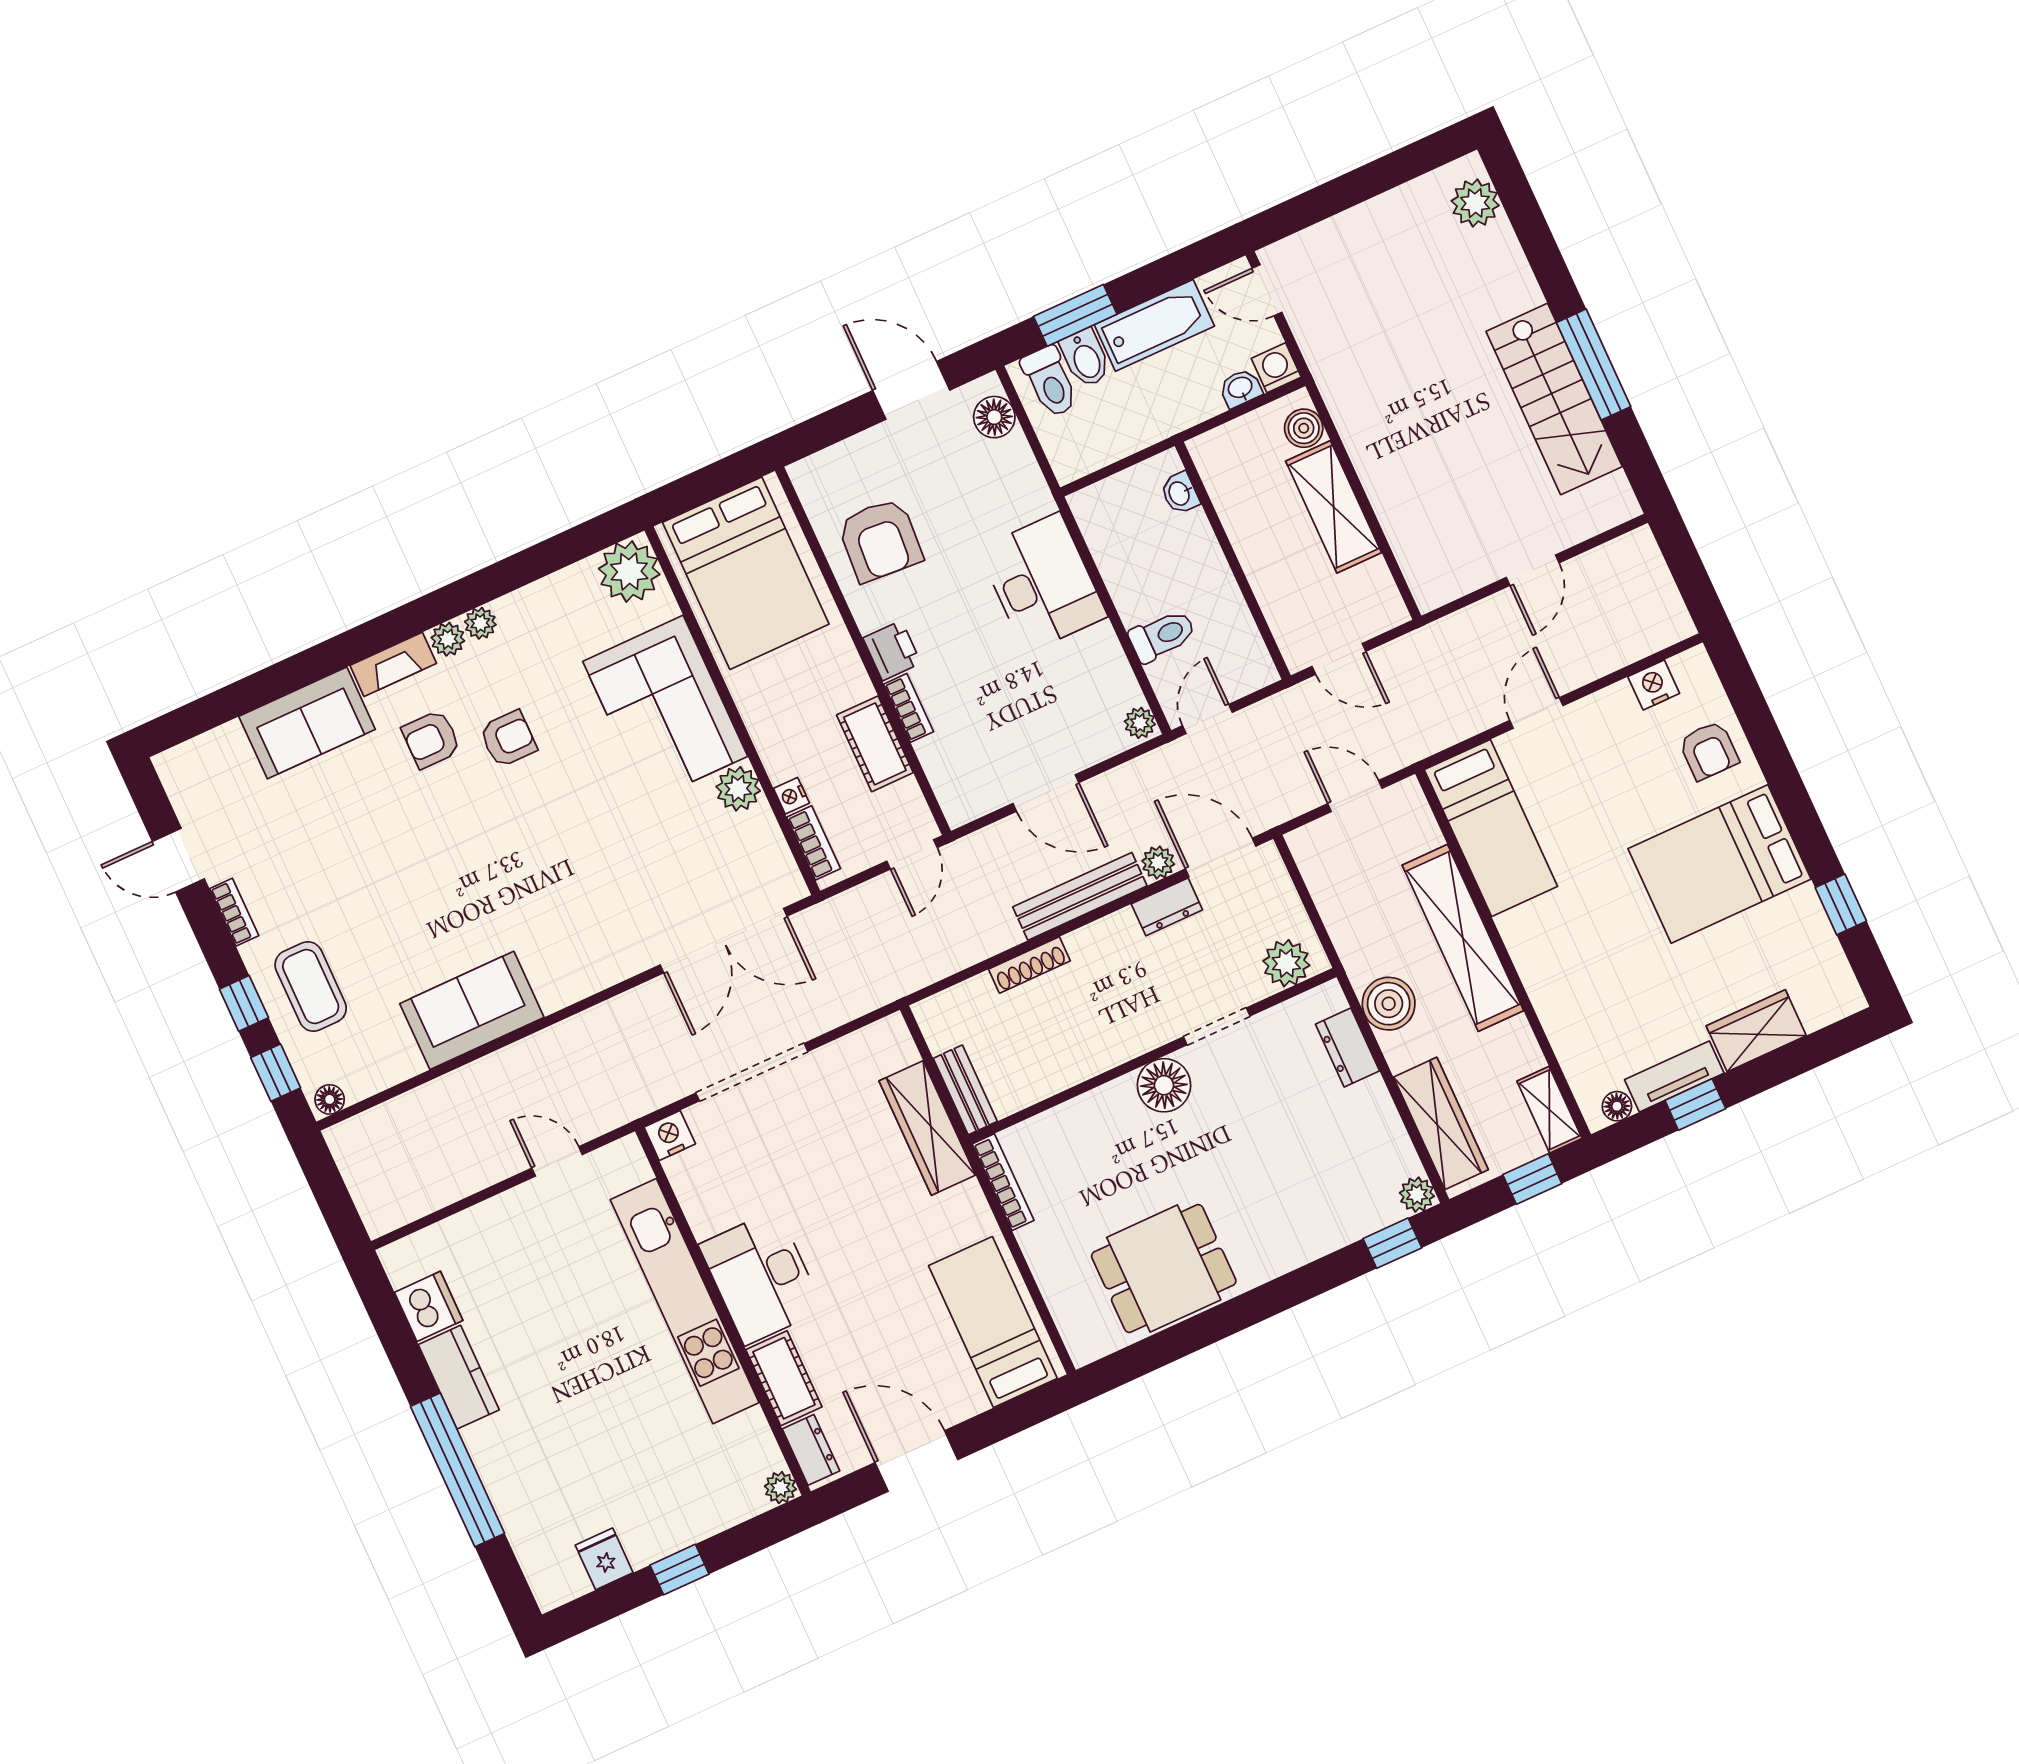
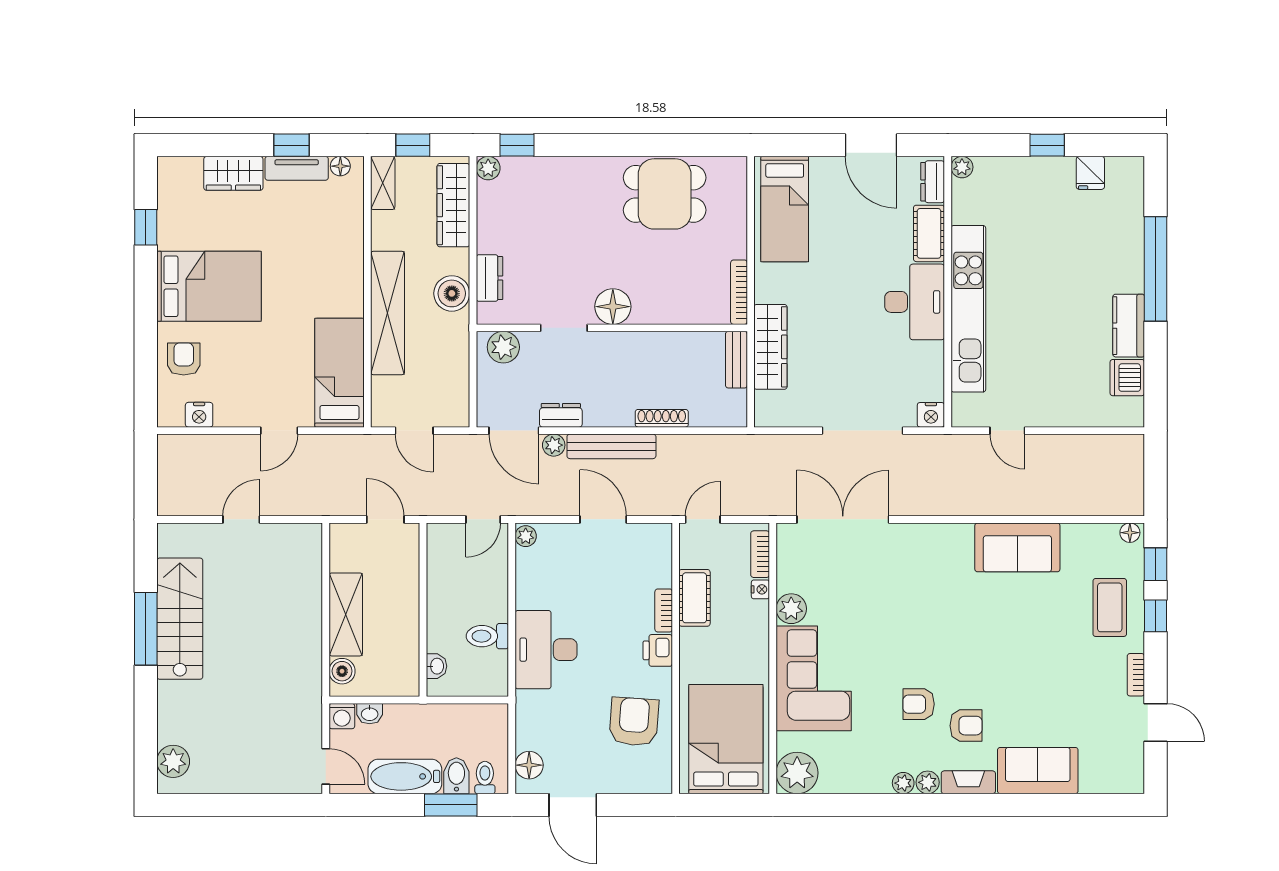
toilet: (1050, 382) -> (485, 778), width x0.73, depth x0.72
toilet: (1162, 636) -> (487, 636), moved

